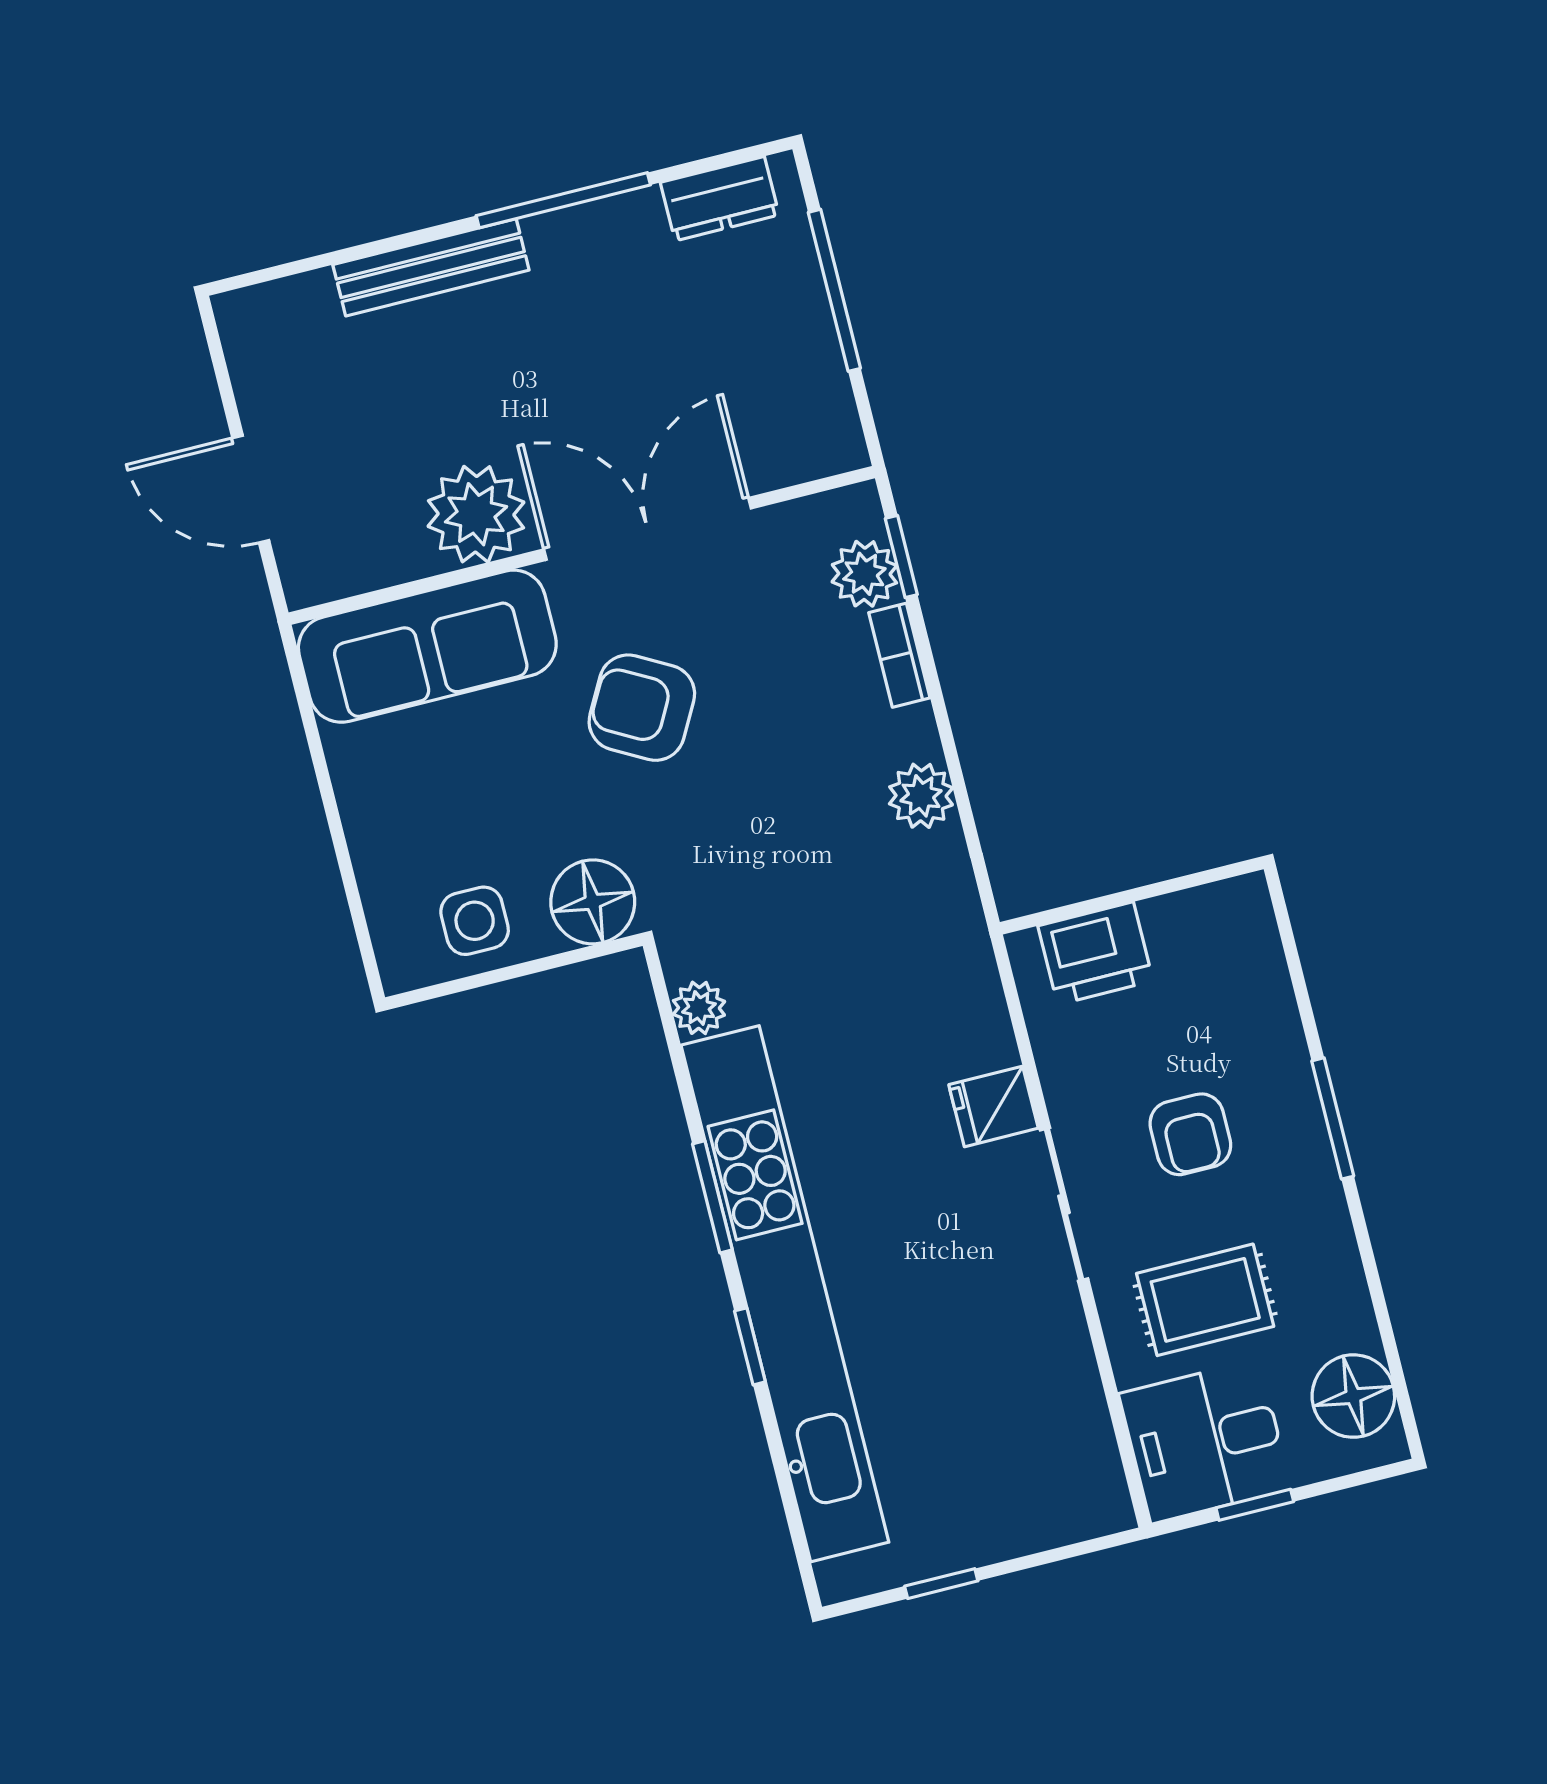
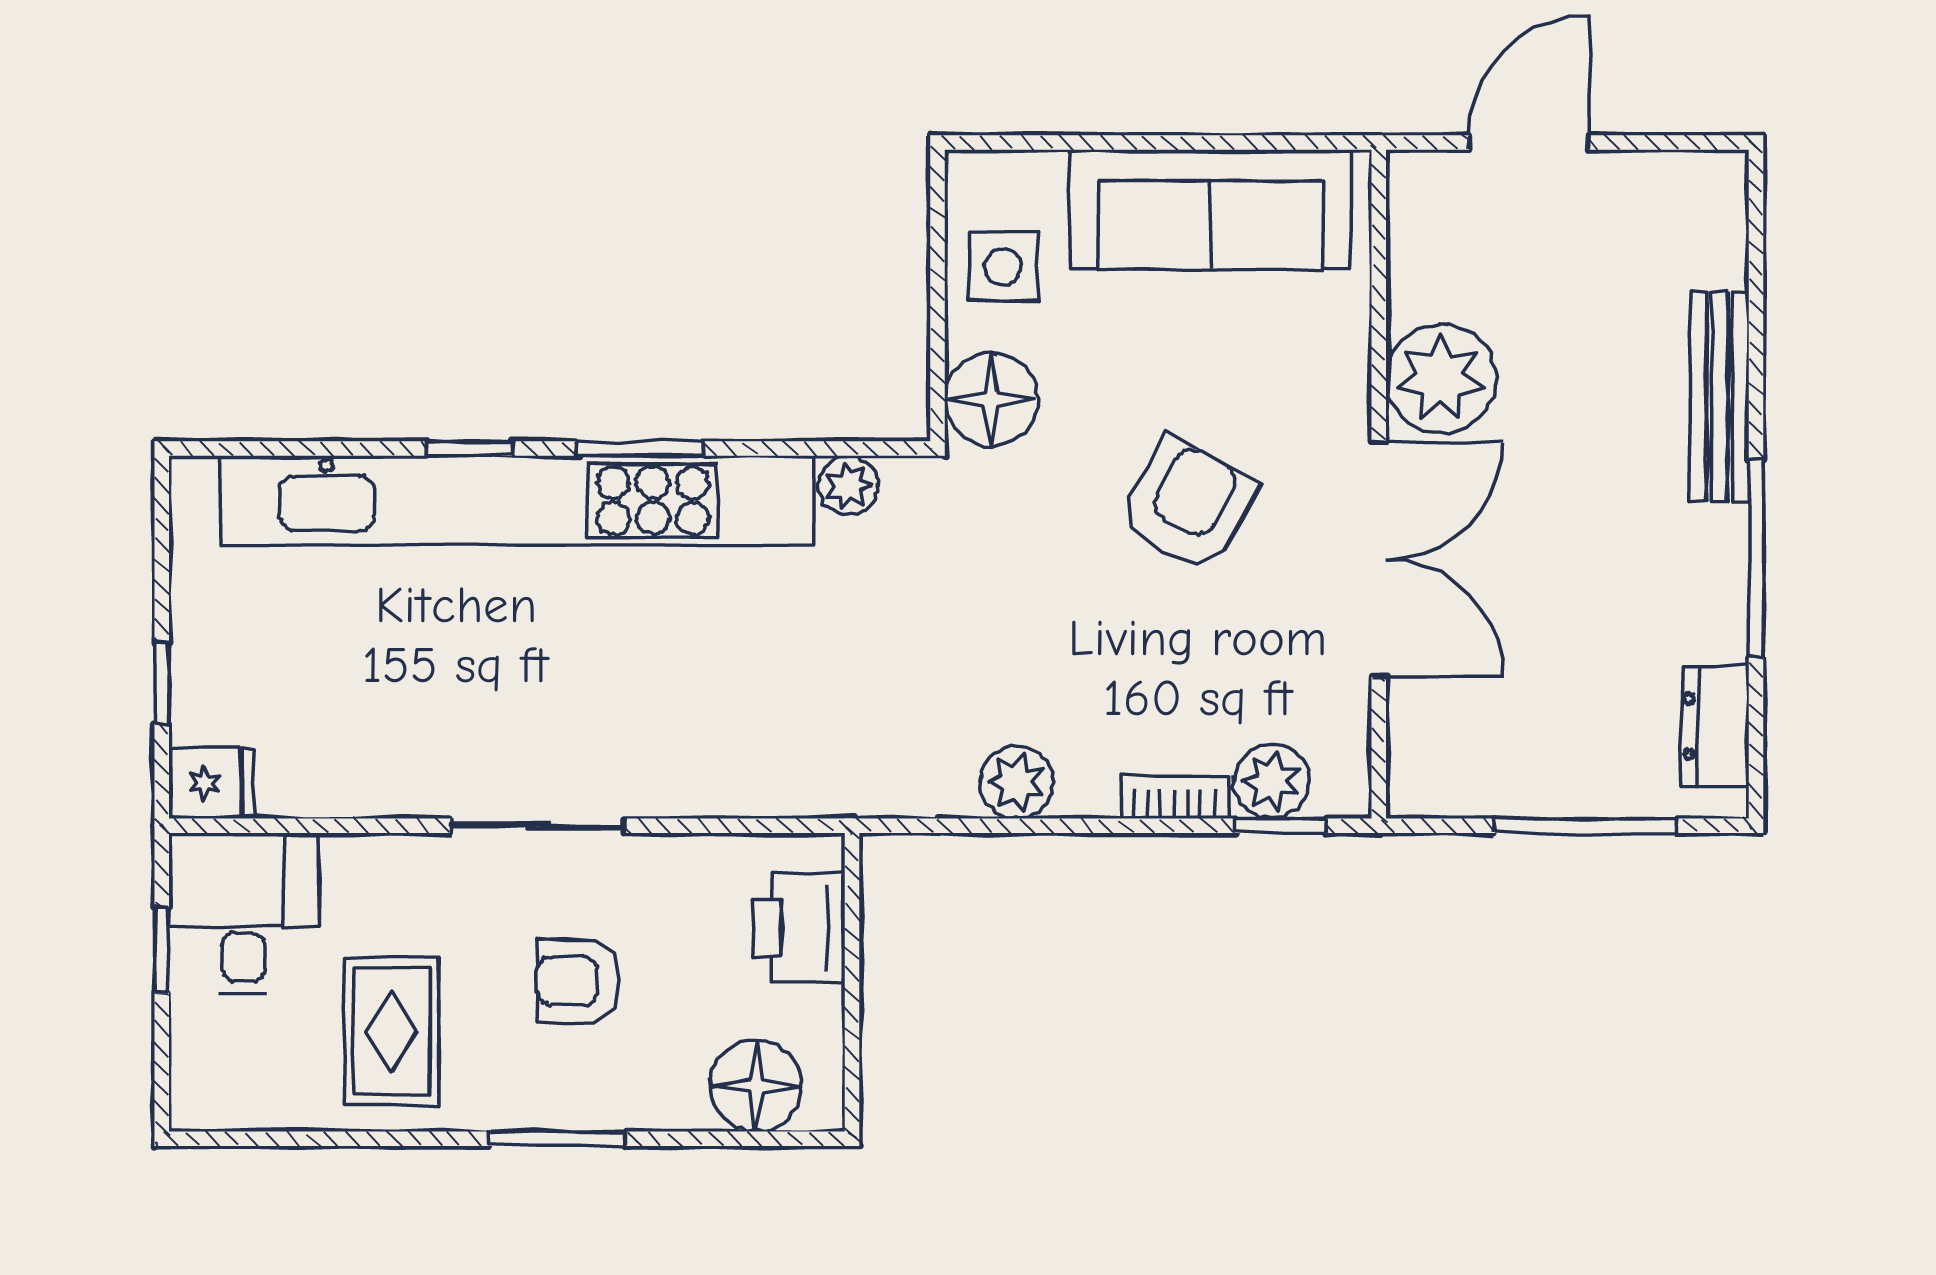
sofa: (427, 646) -> (1211, 209), moved, turned -90
fridge: (994, 1106) -> (211, 783), moved, turned 90
rug: (1205, 1300) -> (392, 1031), moved
floor lamp: (1353, 1396) -> (756, 1086), moved
window: (941, 1584) -> (162, 683), moved

